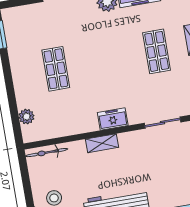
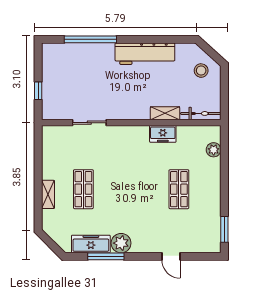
freezer: (113, 119) -> (163, 134), moved
shelving: (102, 143) -> (165, 113), moved

